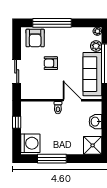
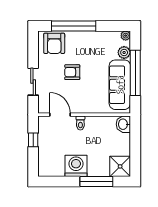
door: (72, 100) -> (60, 115), moved
washbasin: (95, 122) -> (123, 124), moved
washing machine: (30, 143) -> (76, 166), moved, turned -90
window: (52, 159) -> (96, 182), moved

